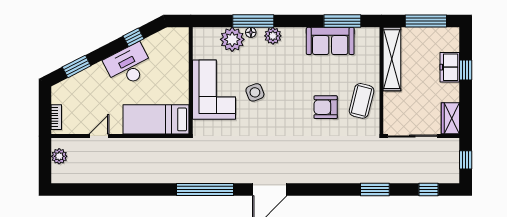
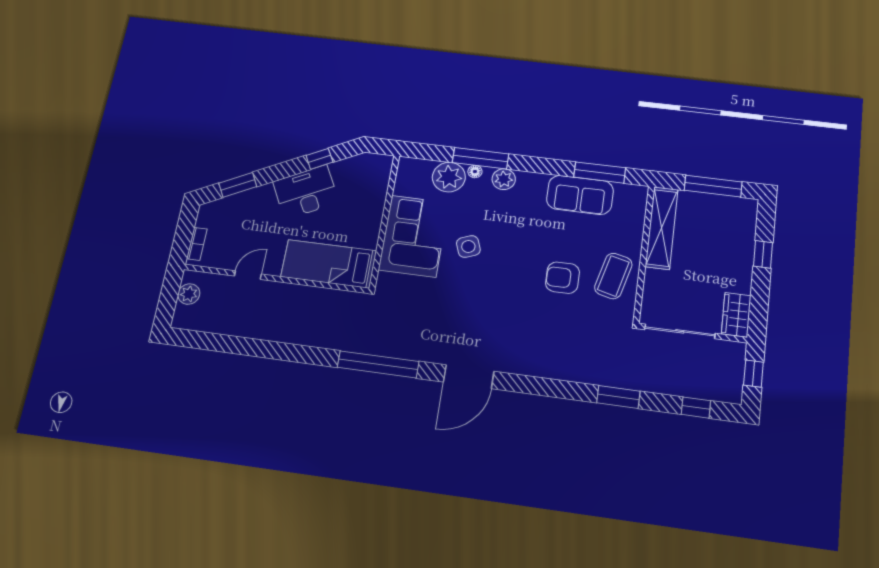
freezer: (450, 67) -> (741, 248), removed

